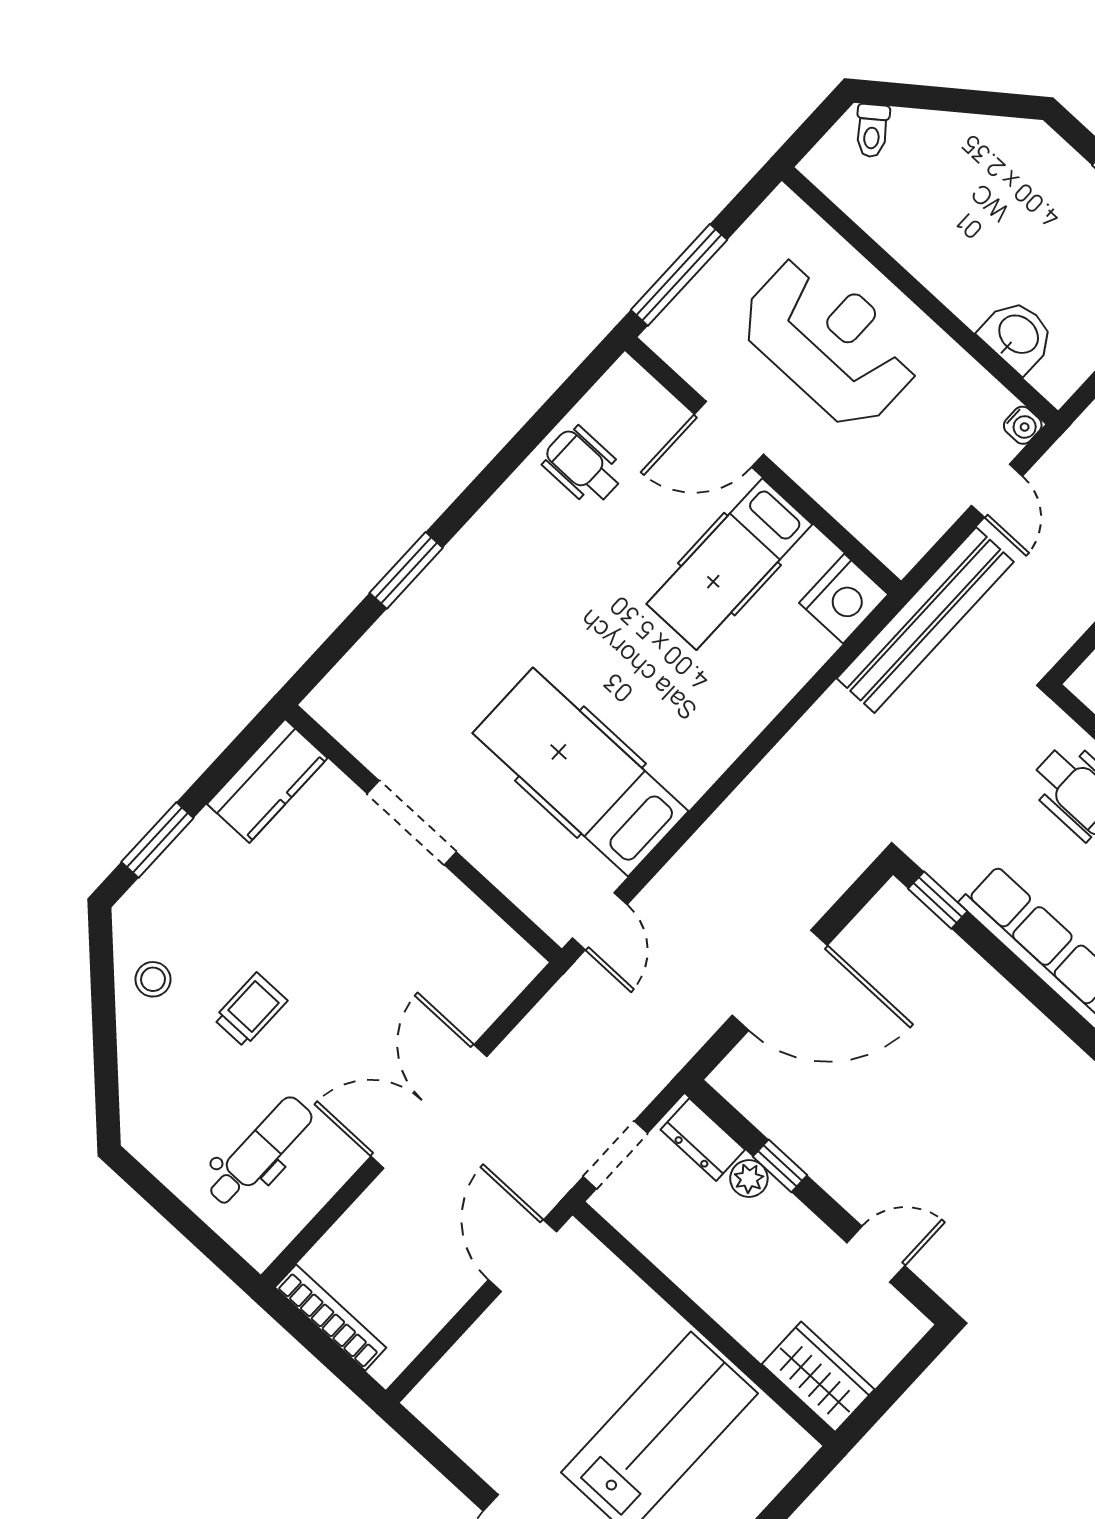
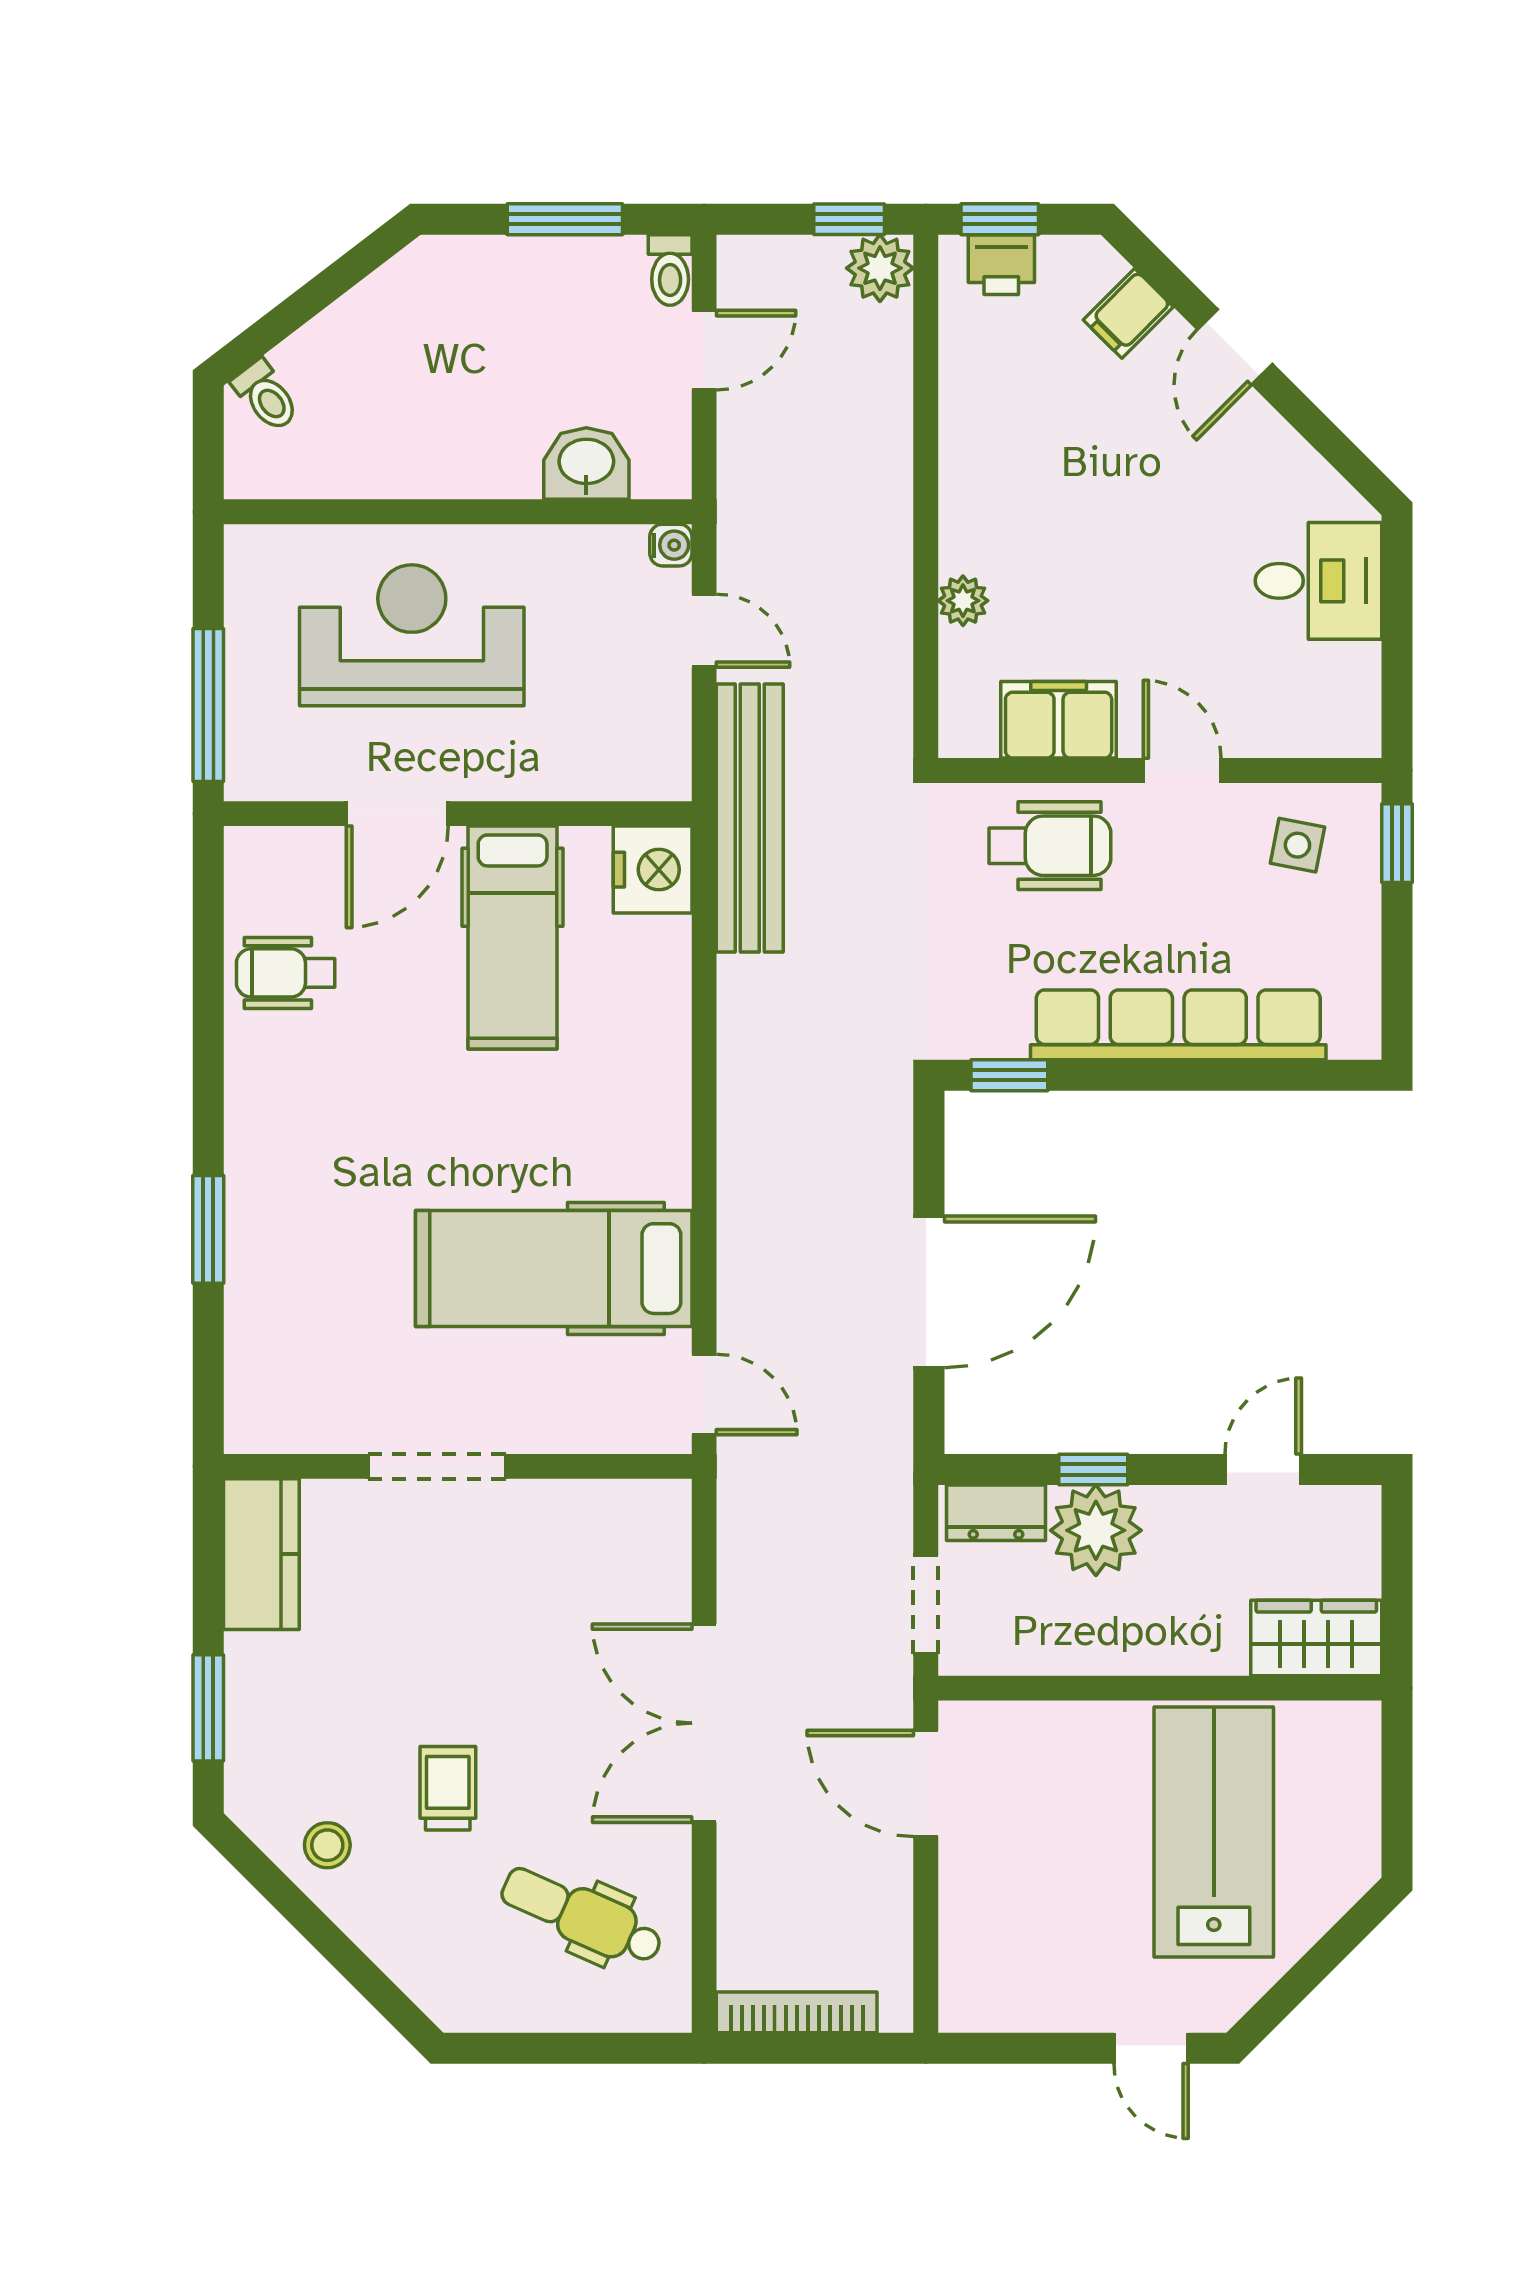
dental chair: (260, 1152) -> (582, 1916), turned -66
plant: (749, 1179) -> (1096, 1530), width x1.88, depth x1.88

